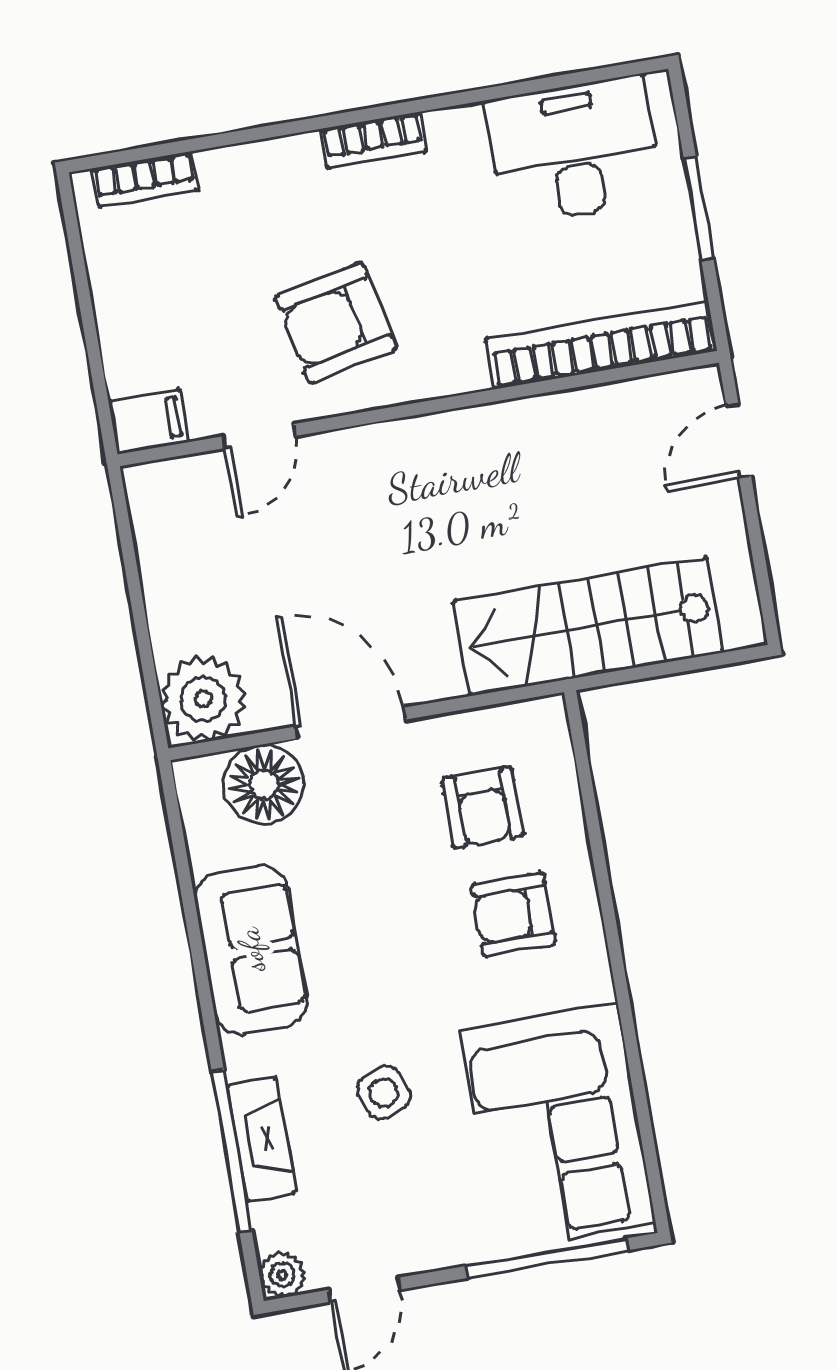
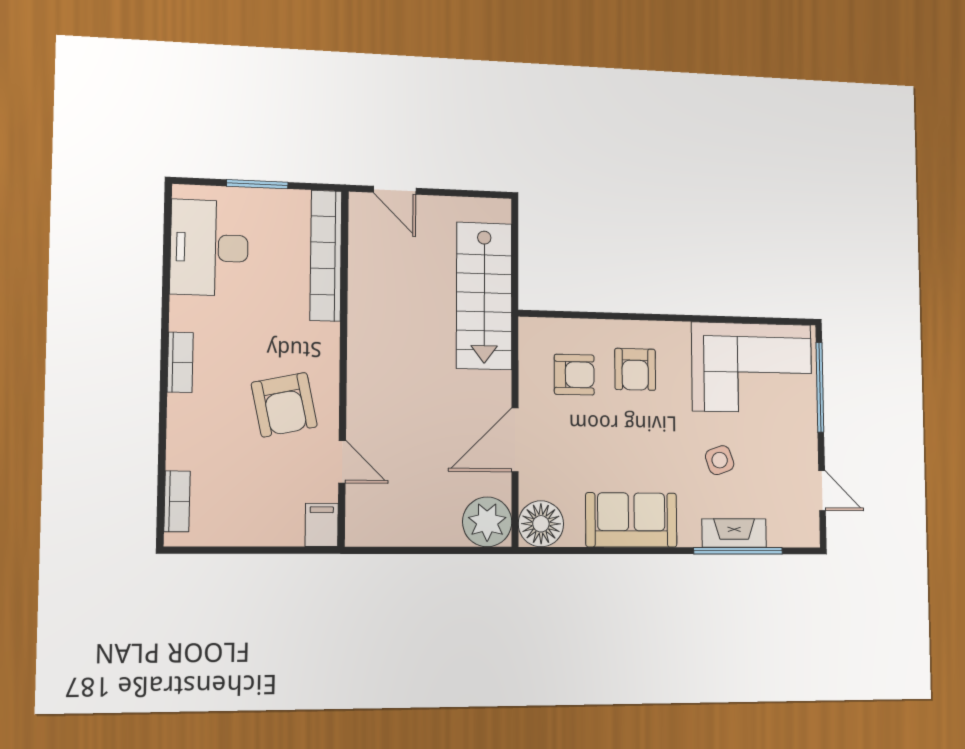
floor lamp: (264, 784) -> (541, 524), moved
plant: (282, 1275) -> (808, 535), removed

